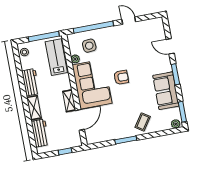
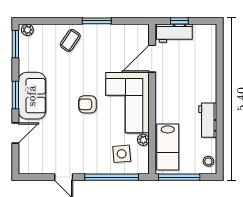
door: (170, 46) -> (15, 133), hinge flipped
sofa: (166, 91) -> (32, 96), moved
shelving: (69, 101) -> (162, 86), removed
shelving: (34, 108) -> (210, 86), removed
workbench: (40, 133) -> (174, 33), moved, turned -90

